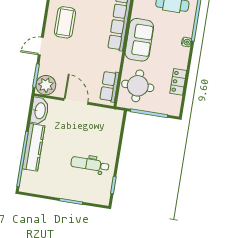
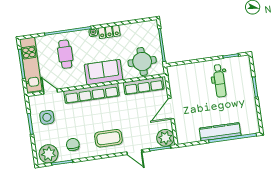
locker: (178, 82) -> (109, 32), moved
row of seats: (109, 86) -> (144, 86), width x1.48
washbasin: (40, 111) -> (188, 136), removed

